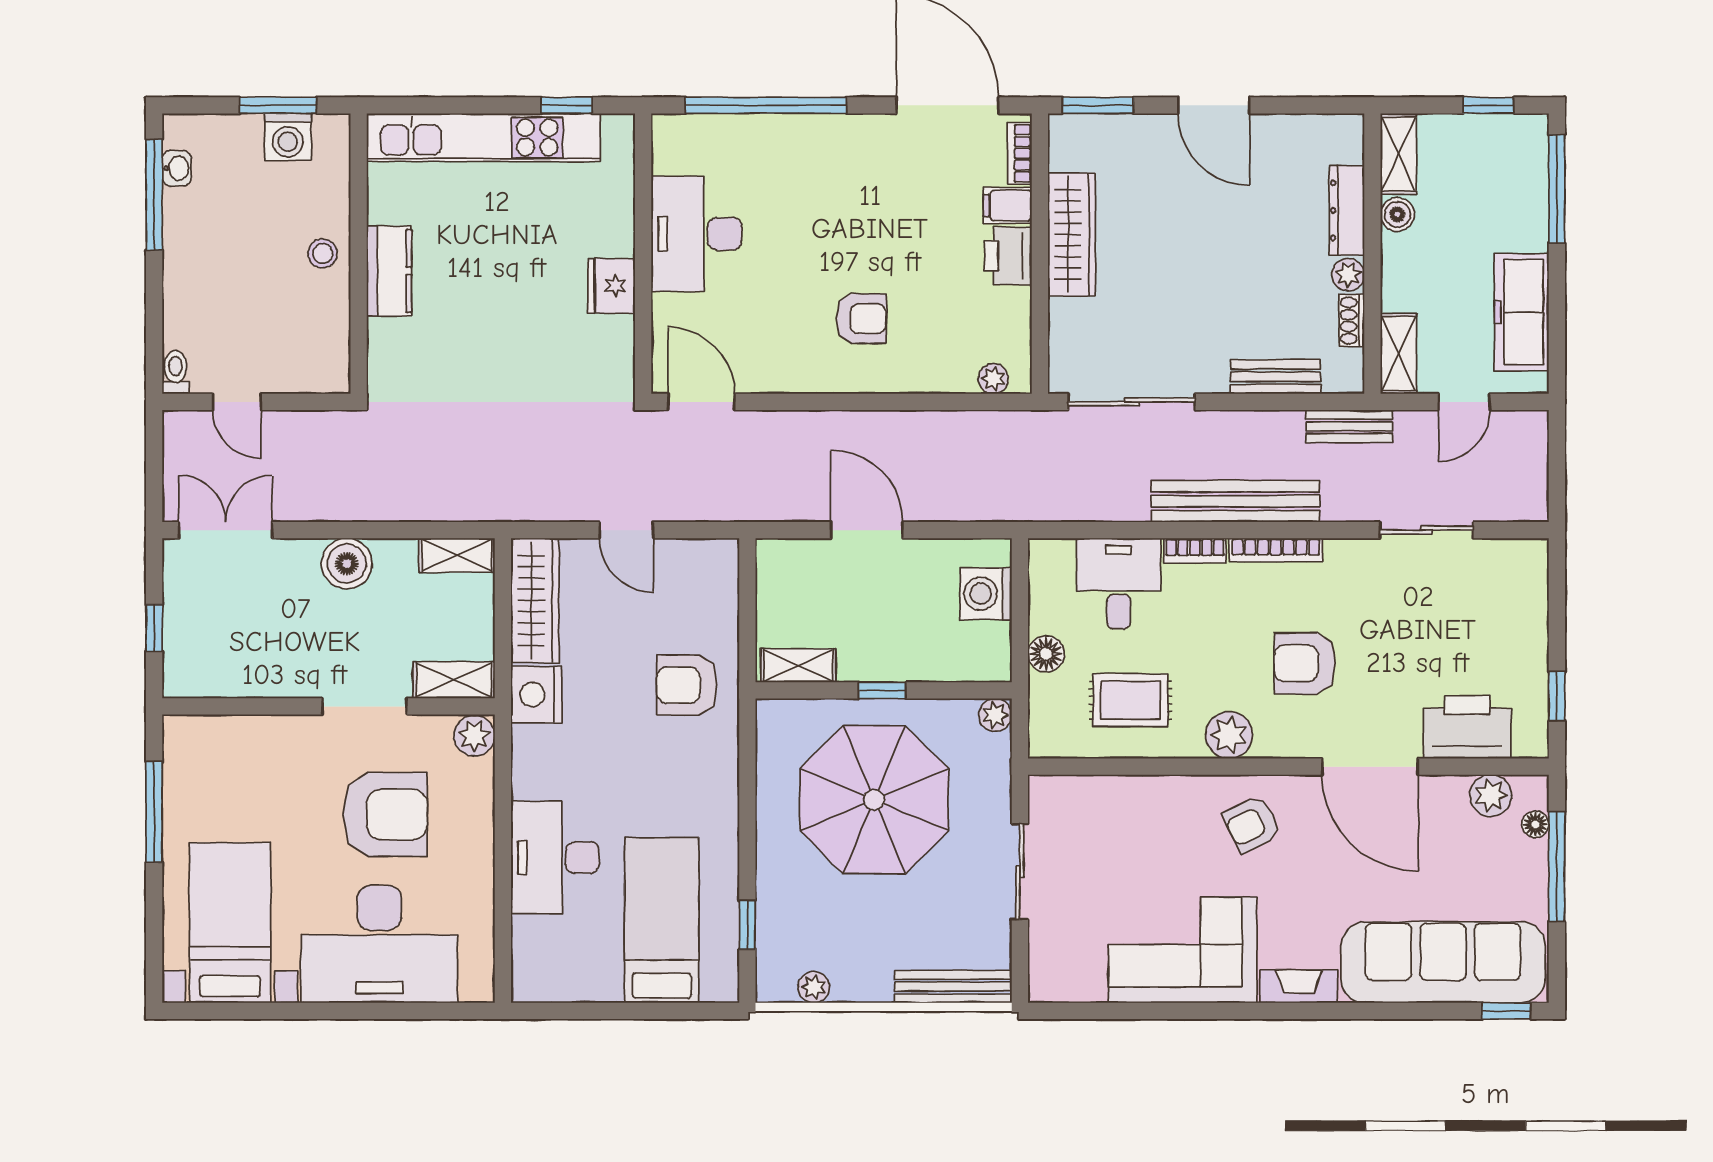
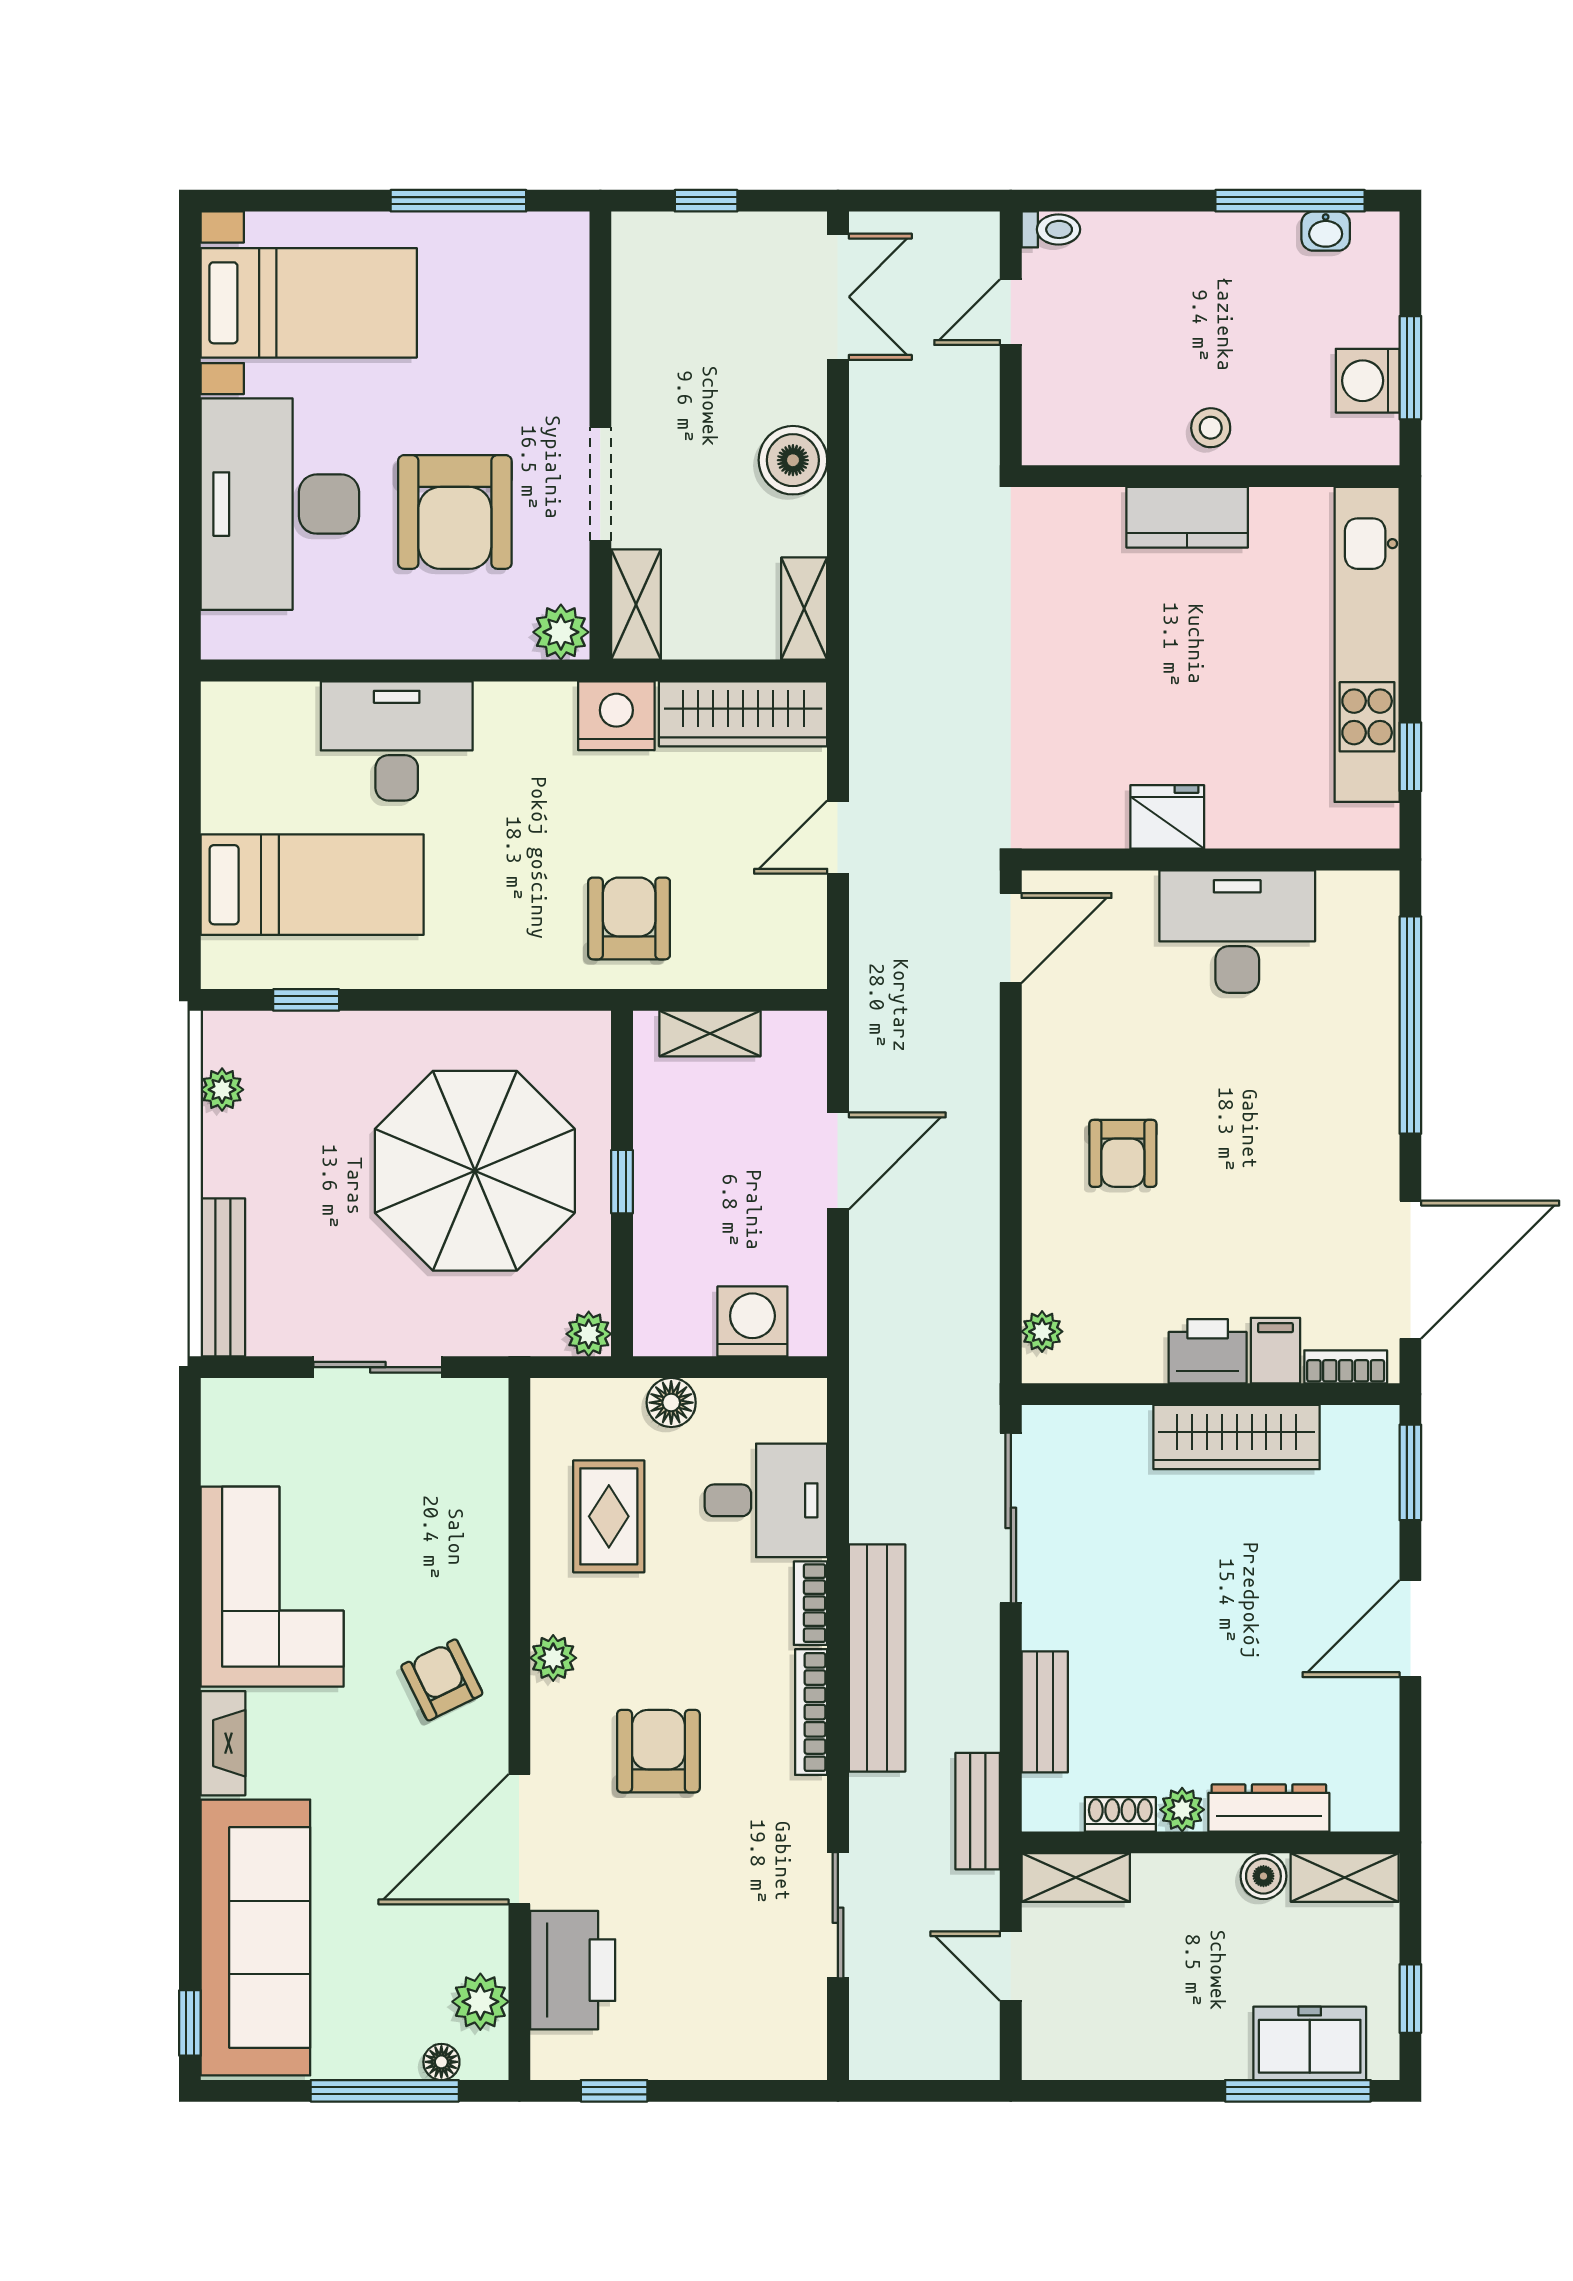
freezer: (1522, 312) -> (1310, 2043), moved, width x0.71
shelving: (798, 665) -> (710, 1034), moved, turned 90
plant: (1229, 735) -> (553, 1658), width x0.73, depth x0.73

